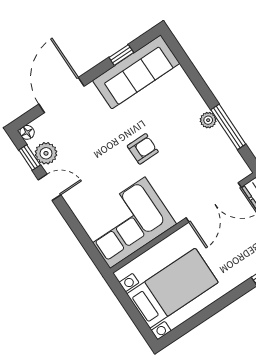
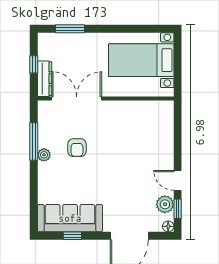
armchair: (143, 149) -> (77, 148), moved, turned -90
corner sofa: (127, 223) -> (142, 123), removed

